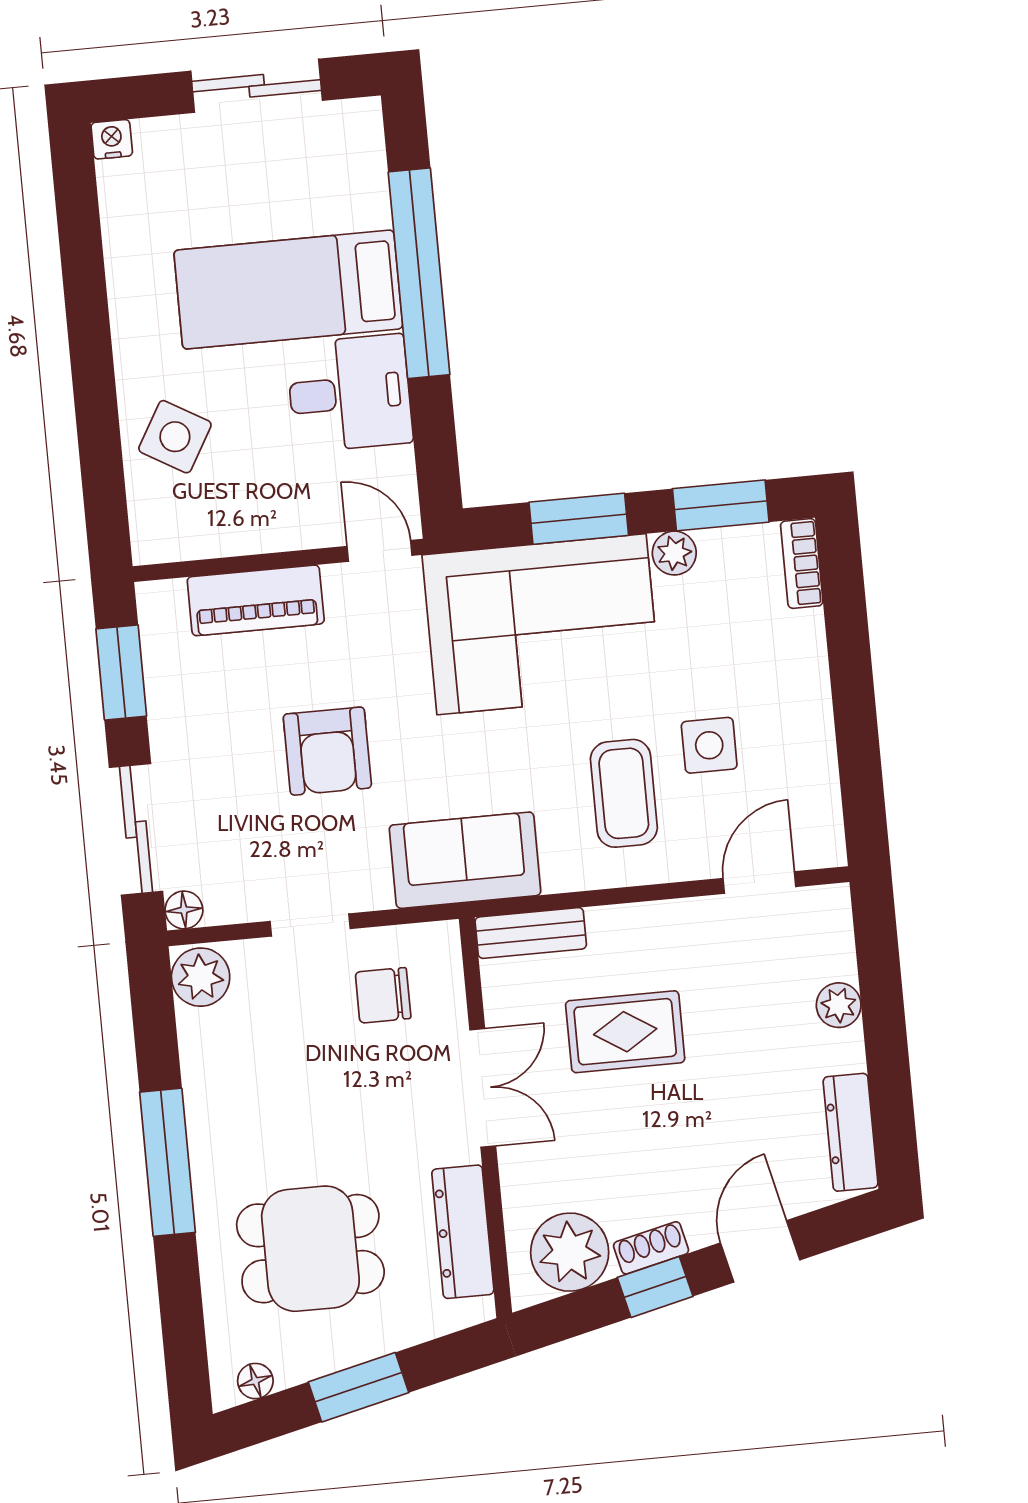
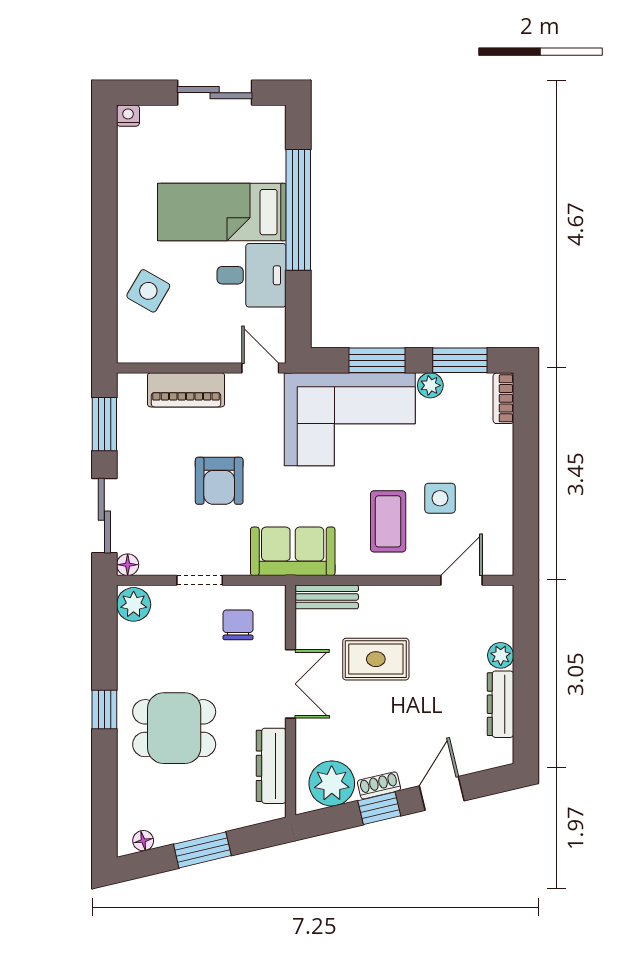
chair: (383, 995) -> (238, 625), turned 90
dresser: (851, 1132) -> (501, 704), moved
window: (168, 1162) -> (104, 710), width x0.46
dining table: (310, 1249) -> (174, 728), moved

